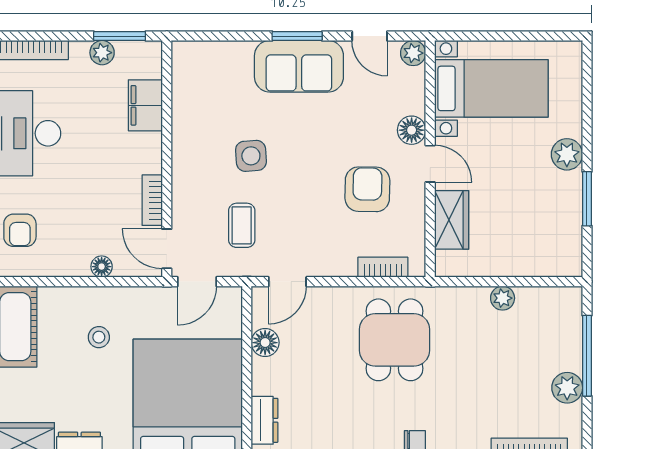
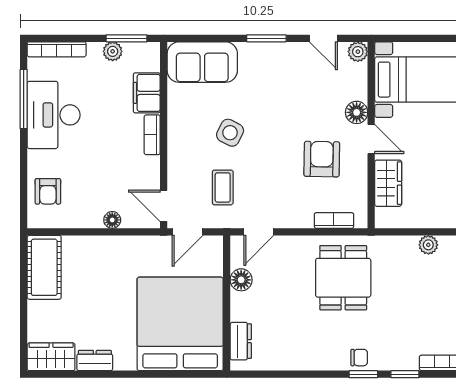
sofa: (299, 66) -> (202, 62), moved
side table: (251, 156) -> (230, 133), turned 31
bookcase: (152, 200) -> (152, 135), moved
stool: (99, 337) -> (110, 276), removed

